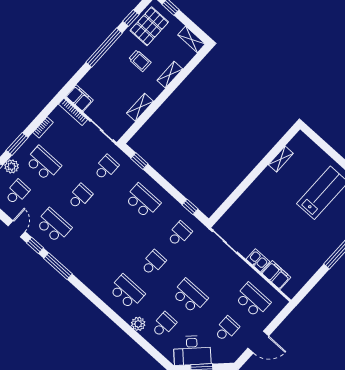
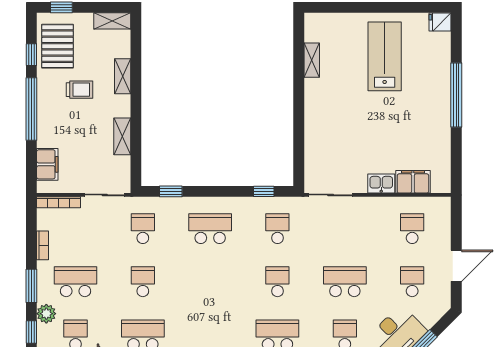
filing cabinet: (79, 98) -> (47, 164), moved, turned 90
school desk: (253, 300) -> (412, 229), width x0.54

